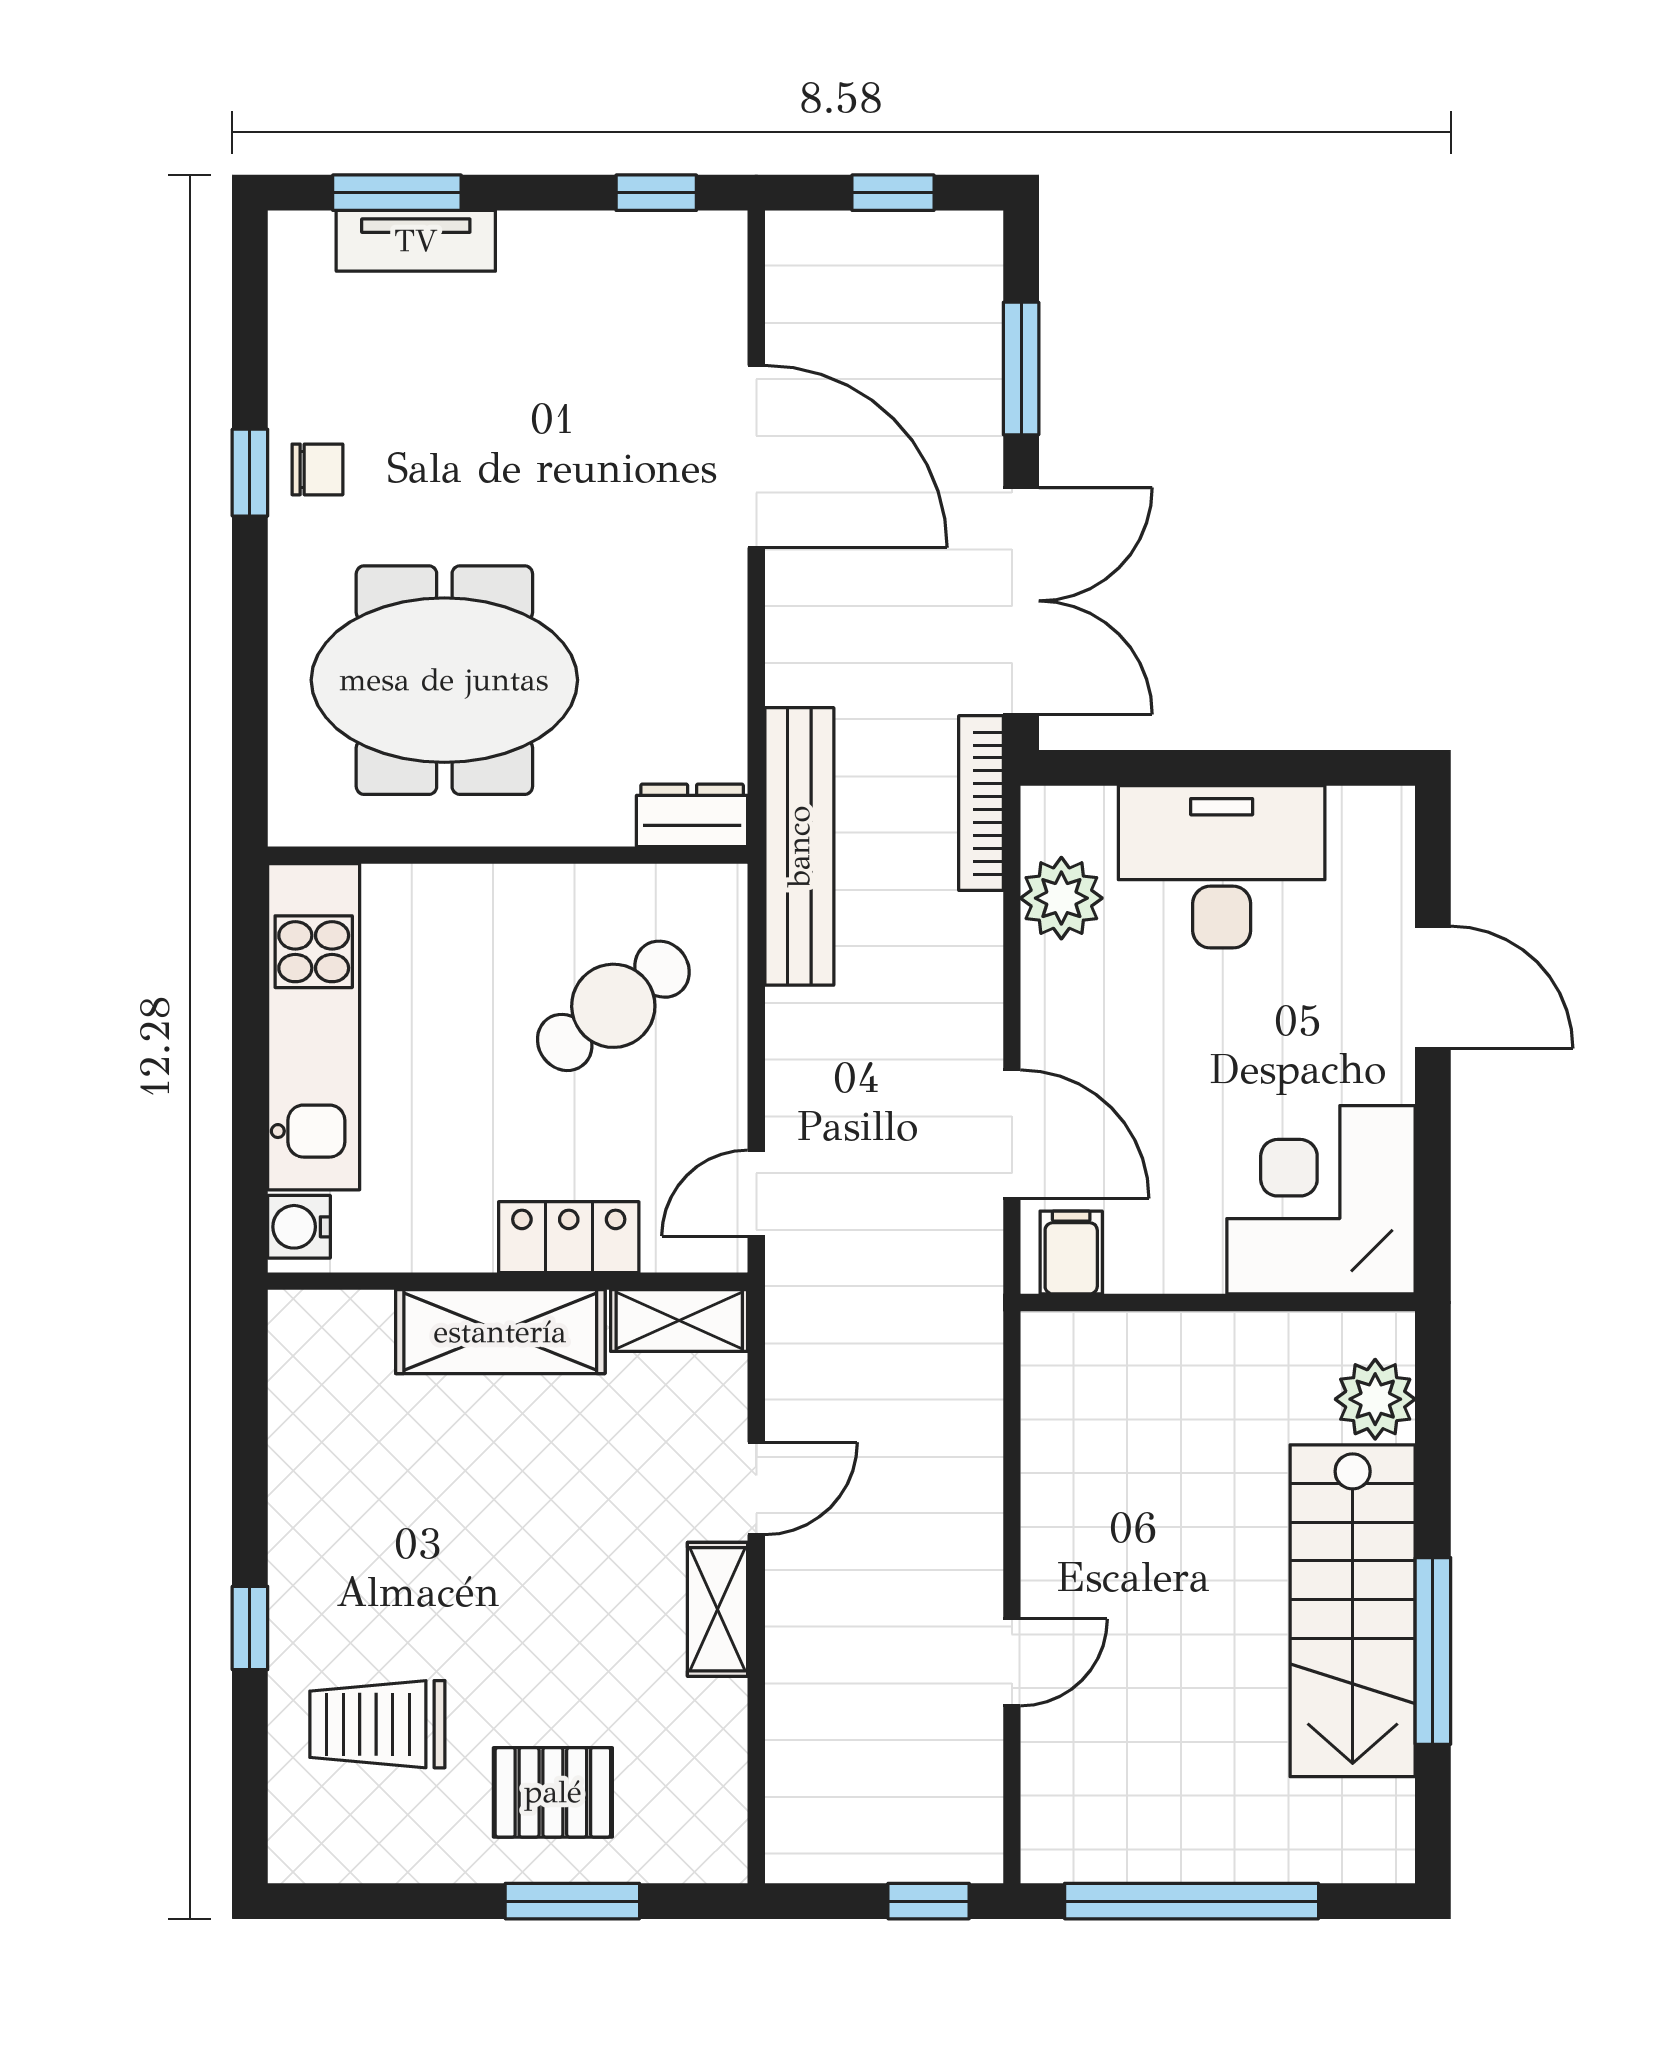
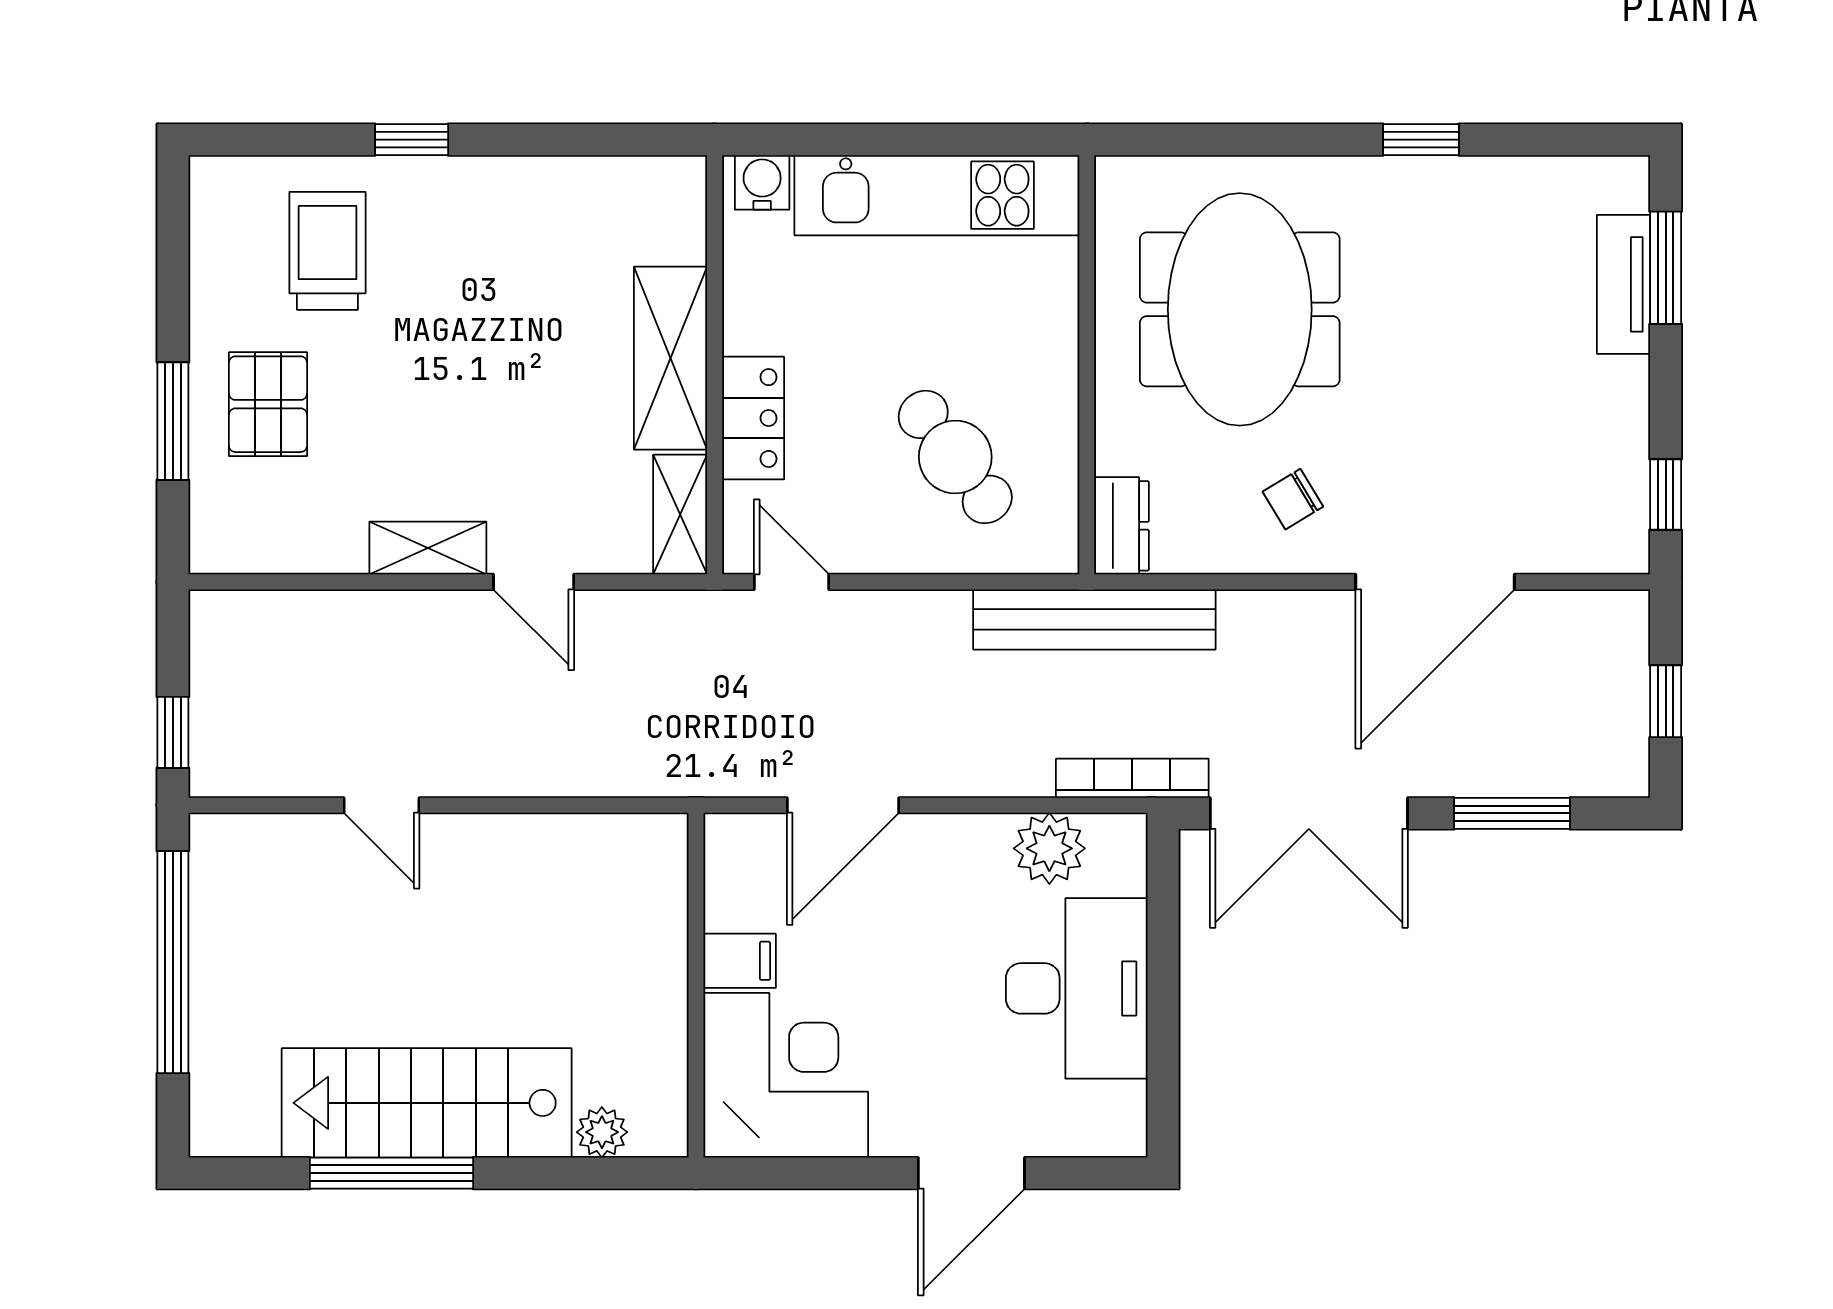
chair: (317, 469) -> (1293, 499), moved, turned 59
filing cabinet: (1071, 1253) -> (740, 961), moved
plant: (1375, 1399) -> (602, 1132), width x0.73, depth x0.73

